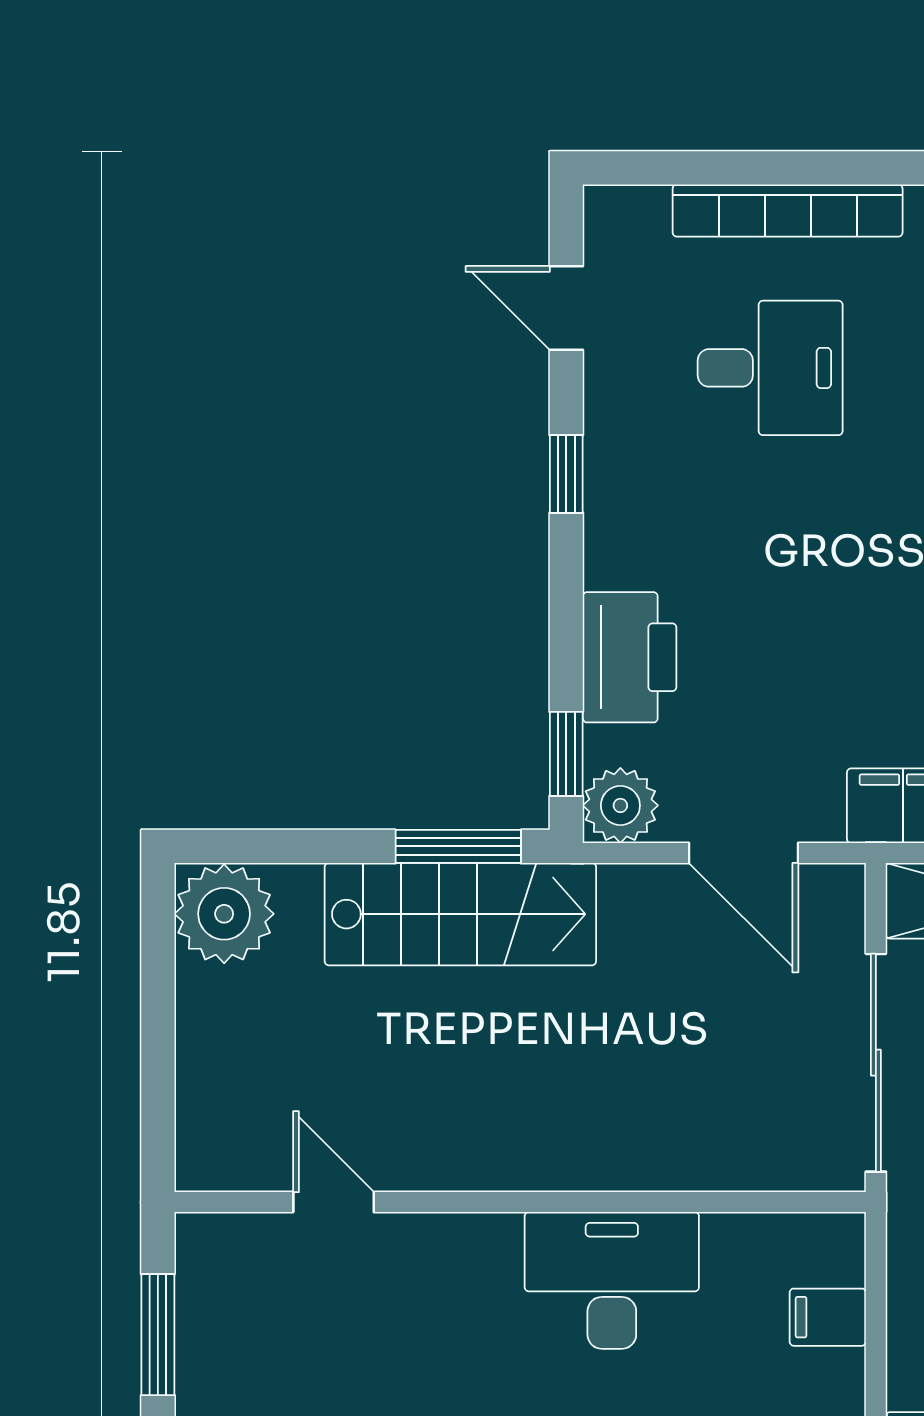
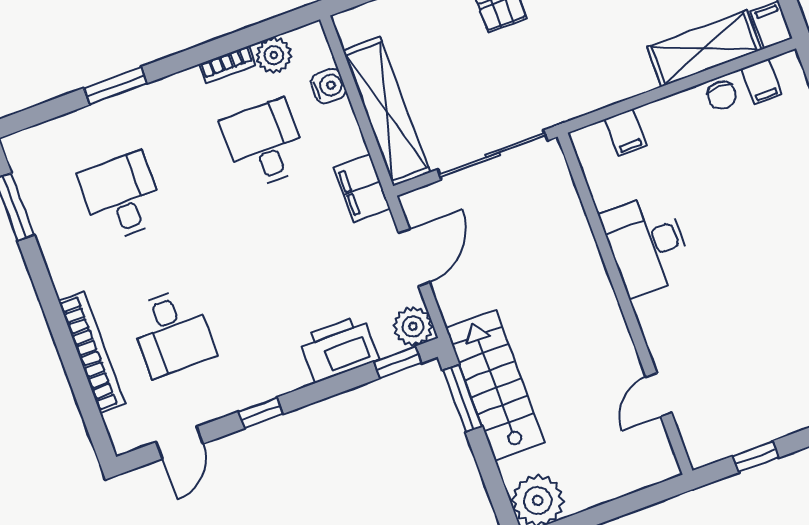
desk: (770, 368) -> (172, 332), turned 180
window: (158, 1335) -> (755, 457), width x0.67

